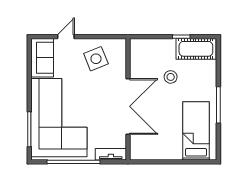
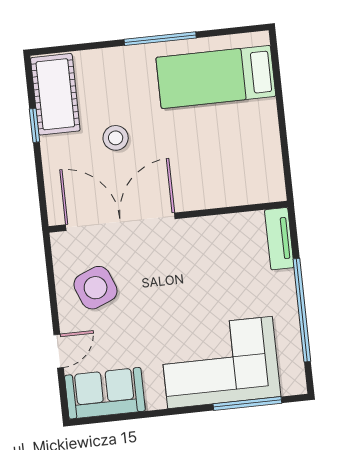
door: (66, 37) -> (59, 351), swing flipped
double door: (128, 106) -> (120, 222), moved
corner sofa: (59, 118) -> (220, 362), width x0.73, depth x0.74

